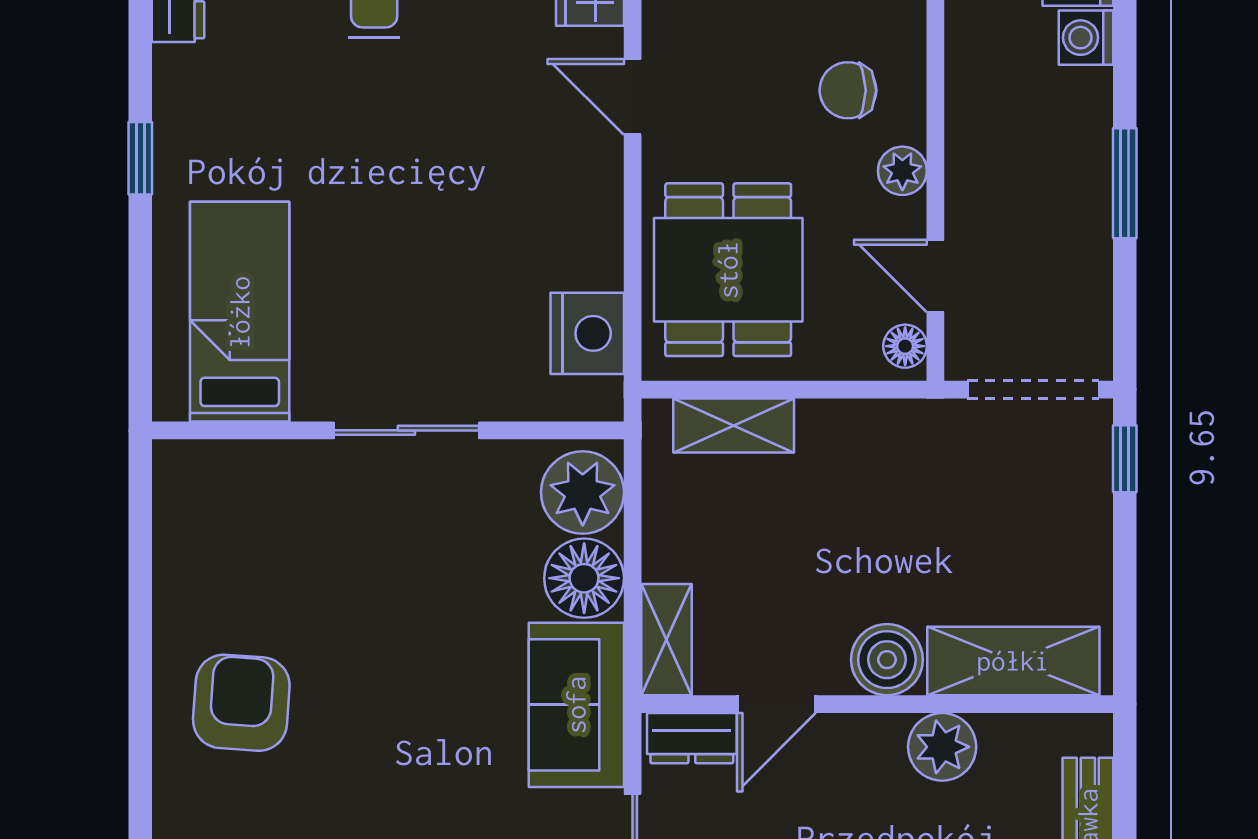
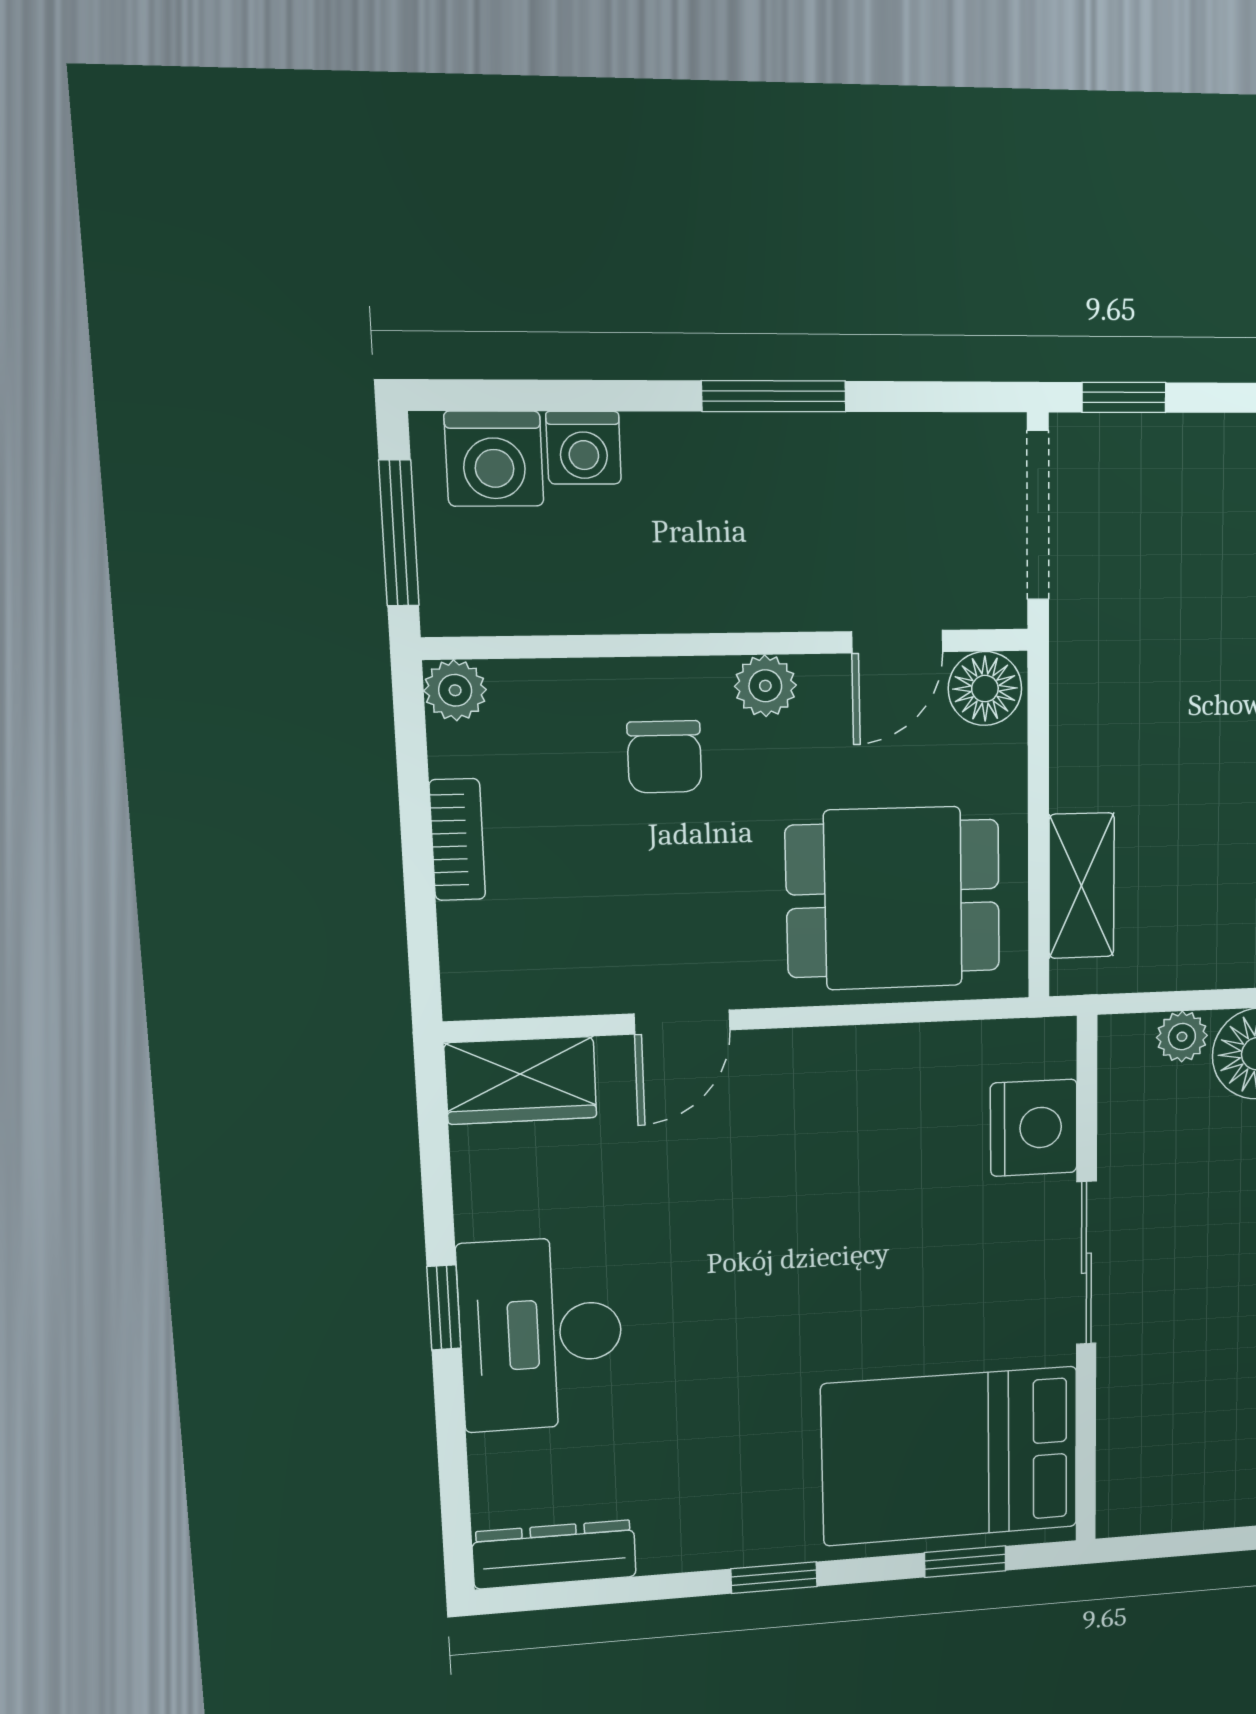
bed: (240, 312) -> (950, 1456), width x1.50
window: (140, 324) -> (965, 1562), added
nightstand: (587, 333) -> (1034, 1128), moved, turned 90
floor lamp: (905, 346) -> (985, 689), width x1.37, depth x1.37
plant: (583, 492) -> (1182, 1037), width x0.53, depth x0.53

